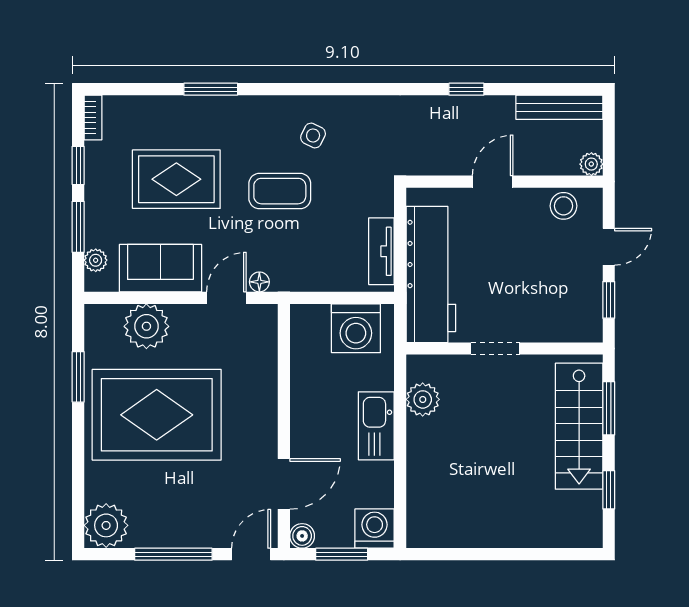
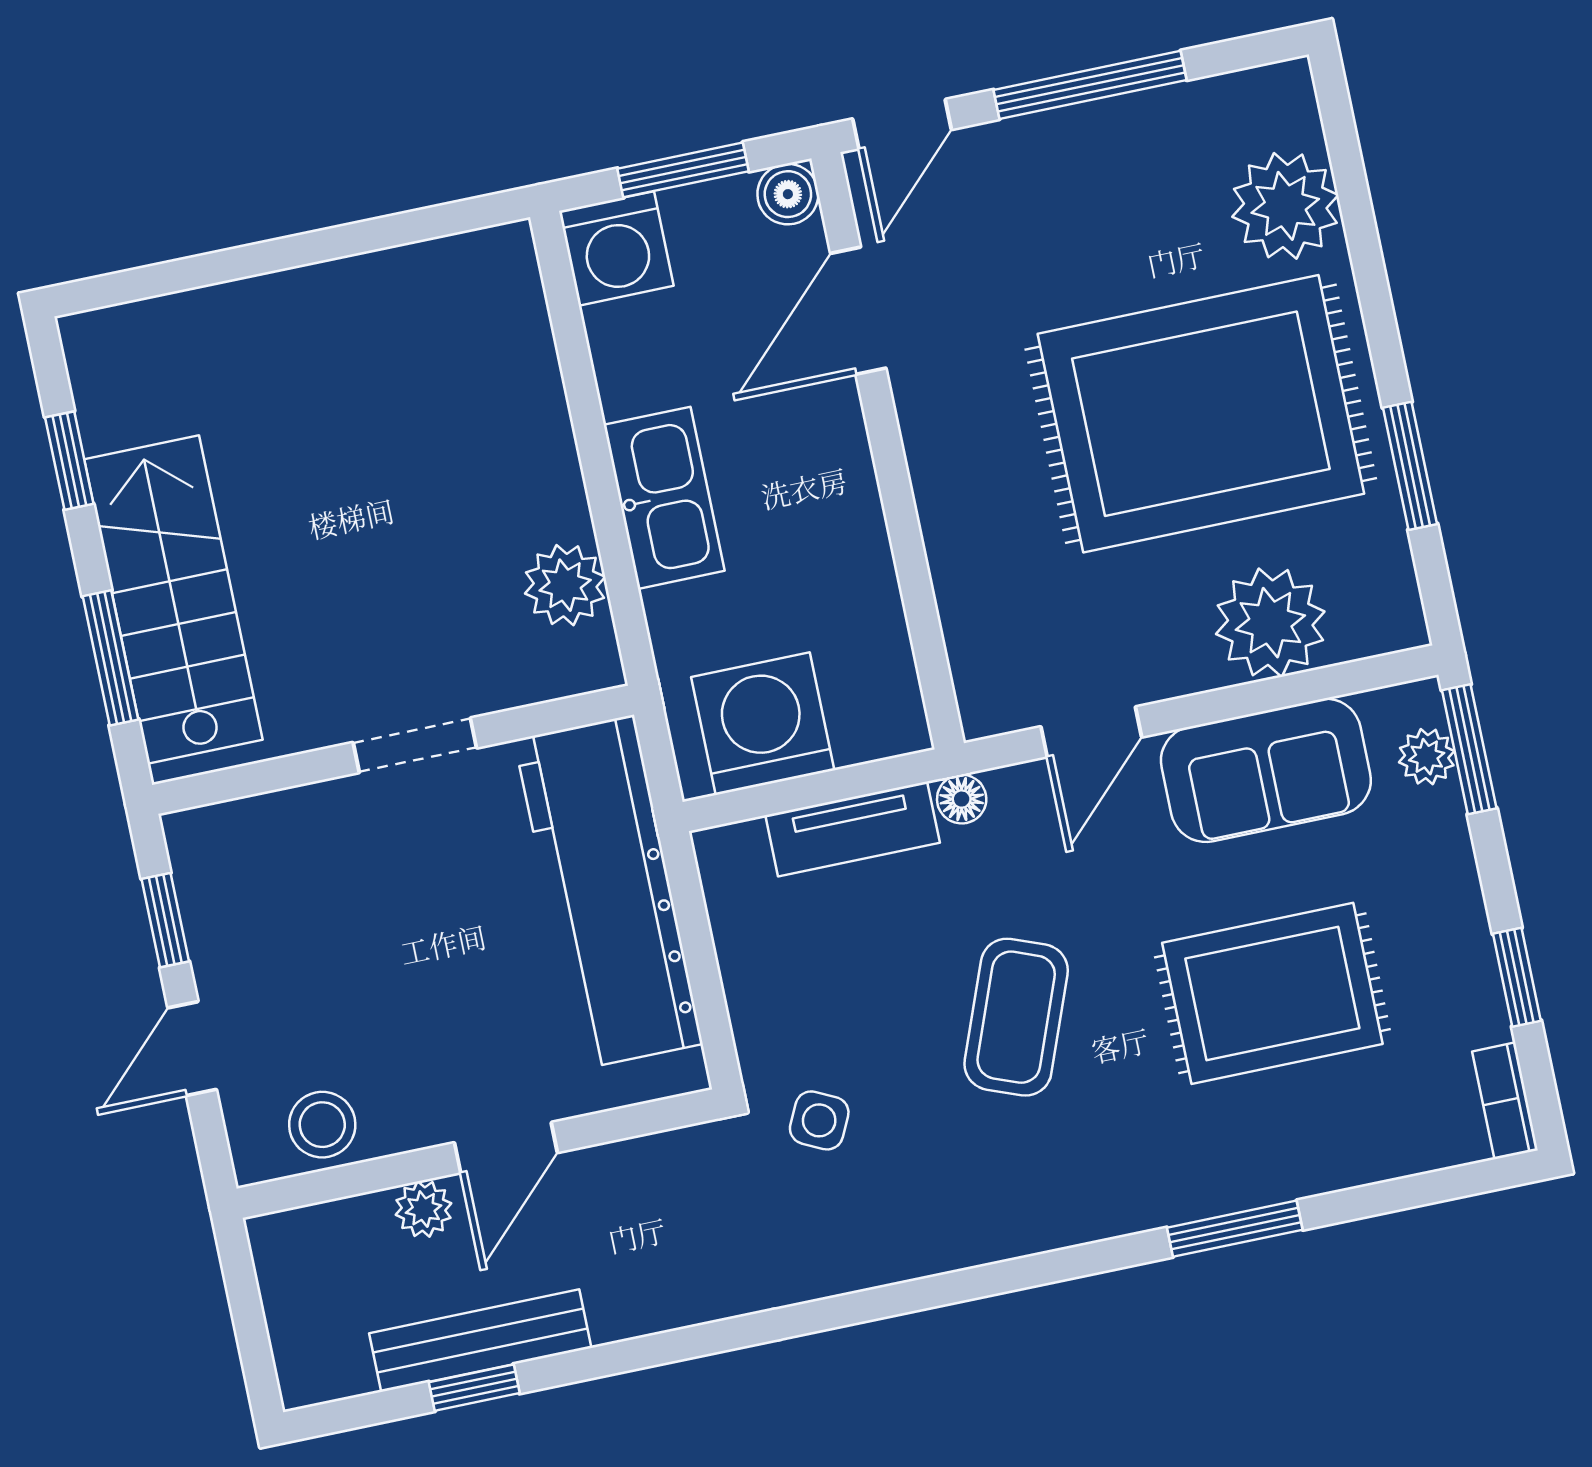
window: (466, 89) -> (474, 1388), moved
bench: (559, 107) -> (480, 1341), moved
side table: (313, 135) -> (819, 1120), moved
plant: (591, 164) -> (424, 1209), moved
coffee table: (280, 191) -> (1016, 1017), turned -69
window: (78, 227) -> (1469, 749), moved
tv unit: (381, 251) -> (853, 829), moved, turned 90
floor lamp: (259, 282) -> (962, 799), moved
plant: (106, 525) -> (1285, 206), moved

